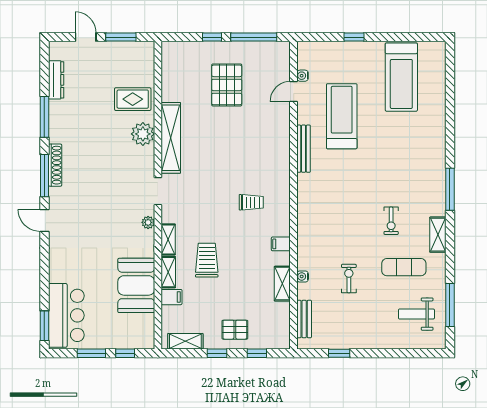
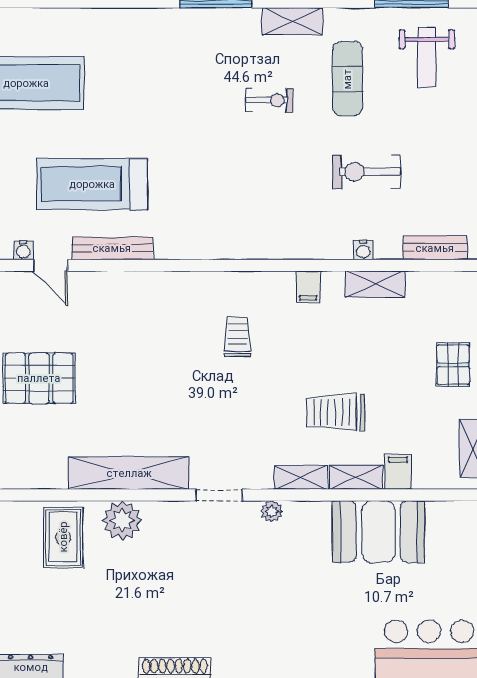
bench: (304, 149) -> (112, 248), moved
exercise bike: (349, 278) -> (367, 172), width x1.38, depth x1.39

